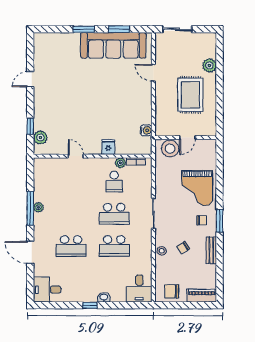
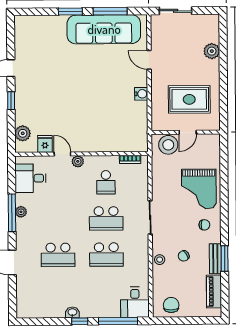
window: (119, 29) -> (110, 11), width x1.44
rug: (190, 95) -> (189, 99), moved, turned 90
window: (30, 126) -> (11, 101), moved
water cooler: (146, 130) -> (141, 94), moved
fridge: (108, 147) -> (45, 144), moved
plant: (120, 163) -> (78, 161), moved
window: (220, 221) -> (225, 259), moved
desk: (47, 290) -> (31, 178), moved
chair: (172, 291) -> (171, 305), turned 90
piano: (202, 296) -> (214, 291), moved, turned -90
washbasin: (104, 297) -> (72, 312), moved
window: (124, 305) -> (118, 321), added

